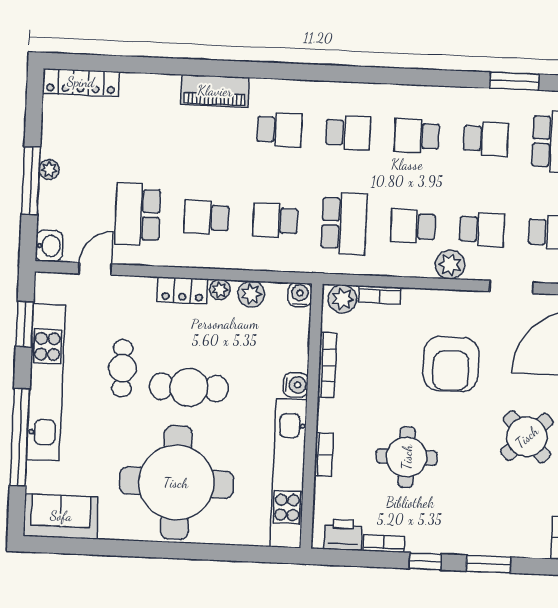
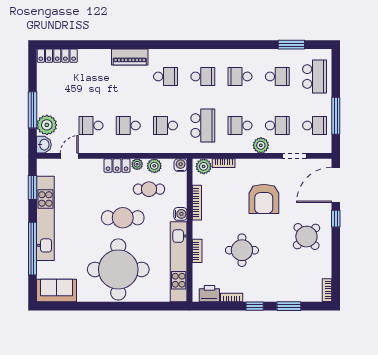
plant: (49, 169) -> (47, 125), moved, width x1.88, depth x1.88
school desk: (138, 214) -> (91, 126), width x0.54
cafe table: (122, 368) -> (149, 189), moved, turned 90

